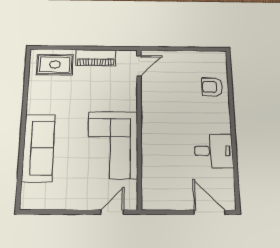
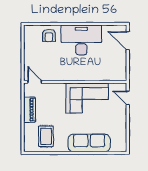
rug: (55, 64) -> (46, 136), moved
desk: (214, 151) -> (81, 40), width x1.87, depth x1.30
door: (210, 212) -> (128, 41), hinge flipped

